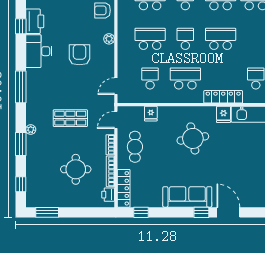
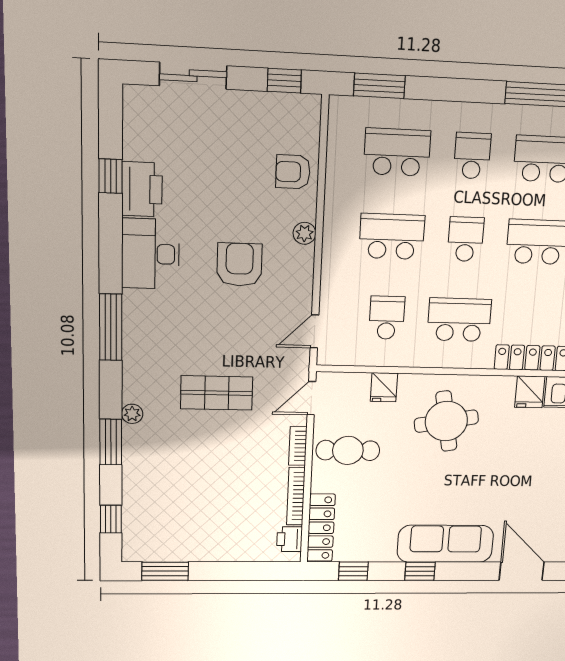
window: (21, 26) -> (111, 176), moved
round table: (193, 138) -> (446, 421), moved
cafe table: (135, 147) -> (348, 450), turned 90
round table: (76, 169) -> (225, 492), removed
window: (201, 212) -> (420, 571), moved

